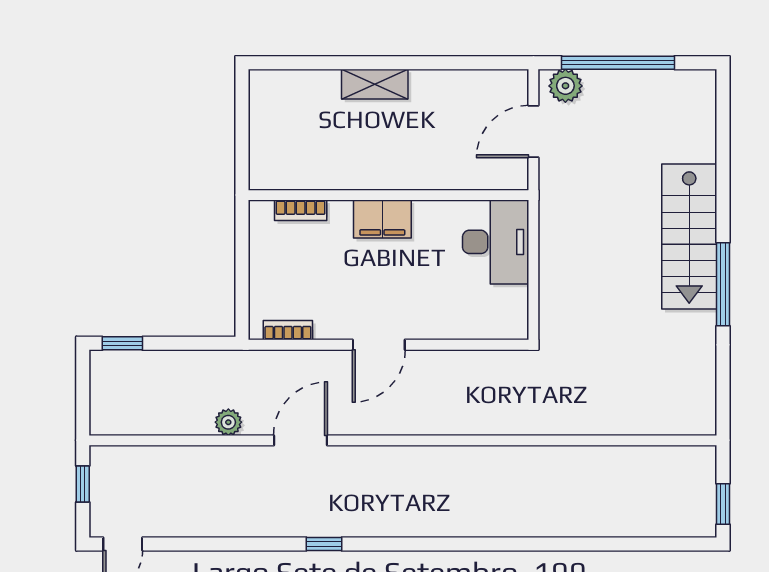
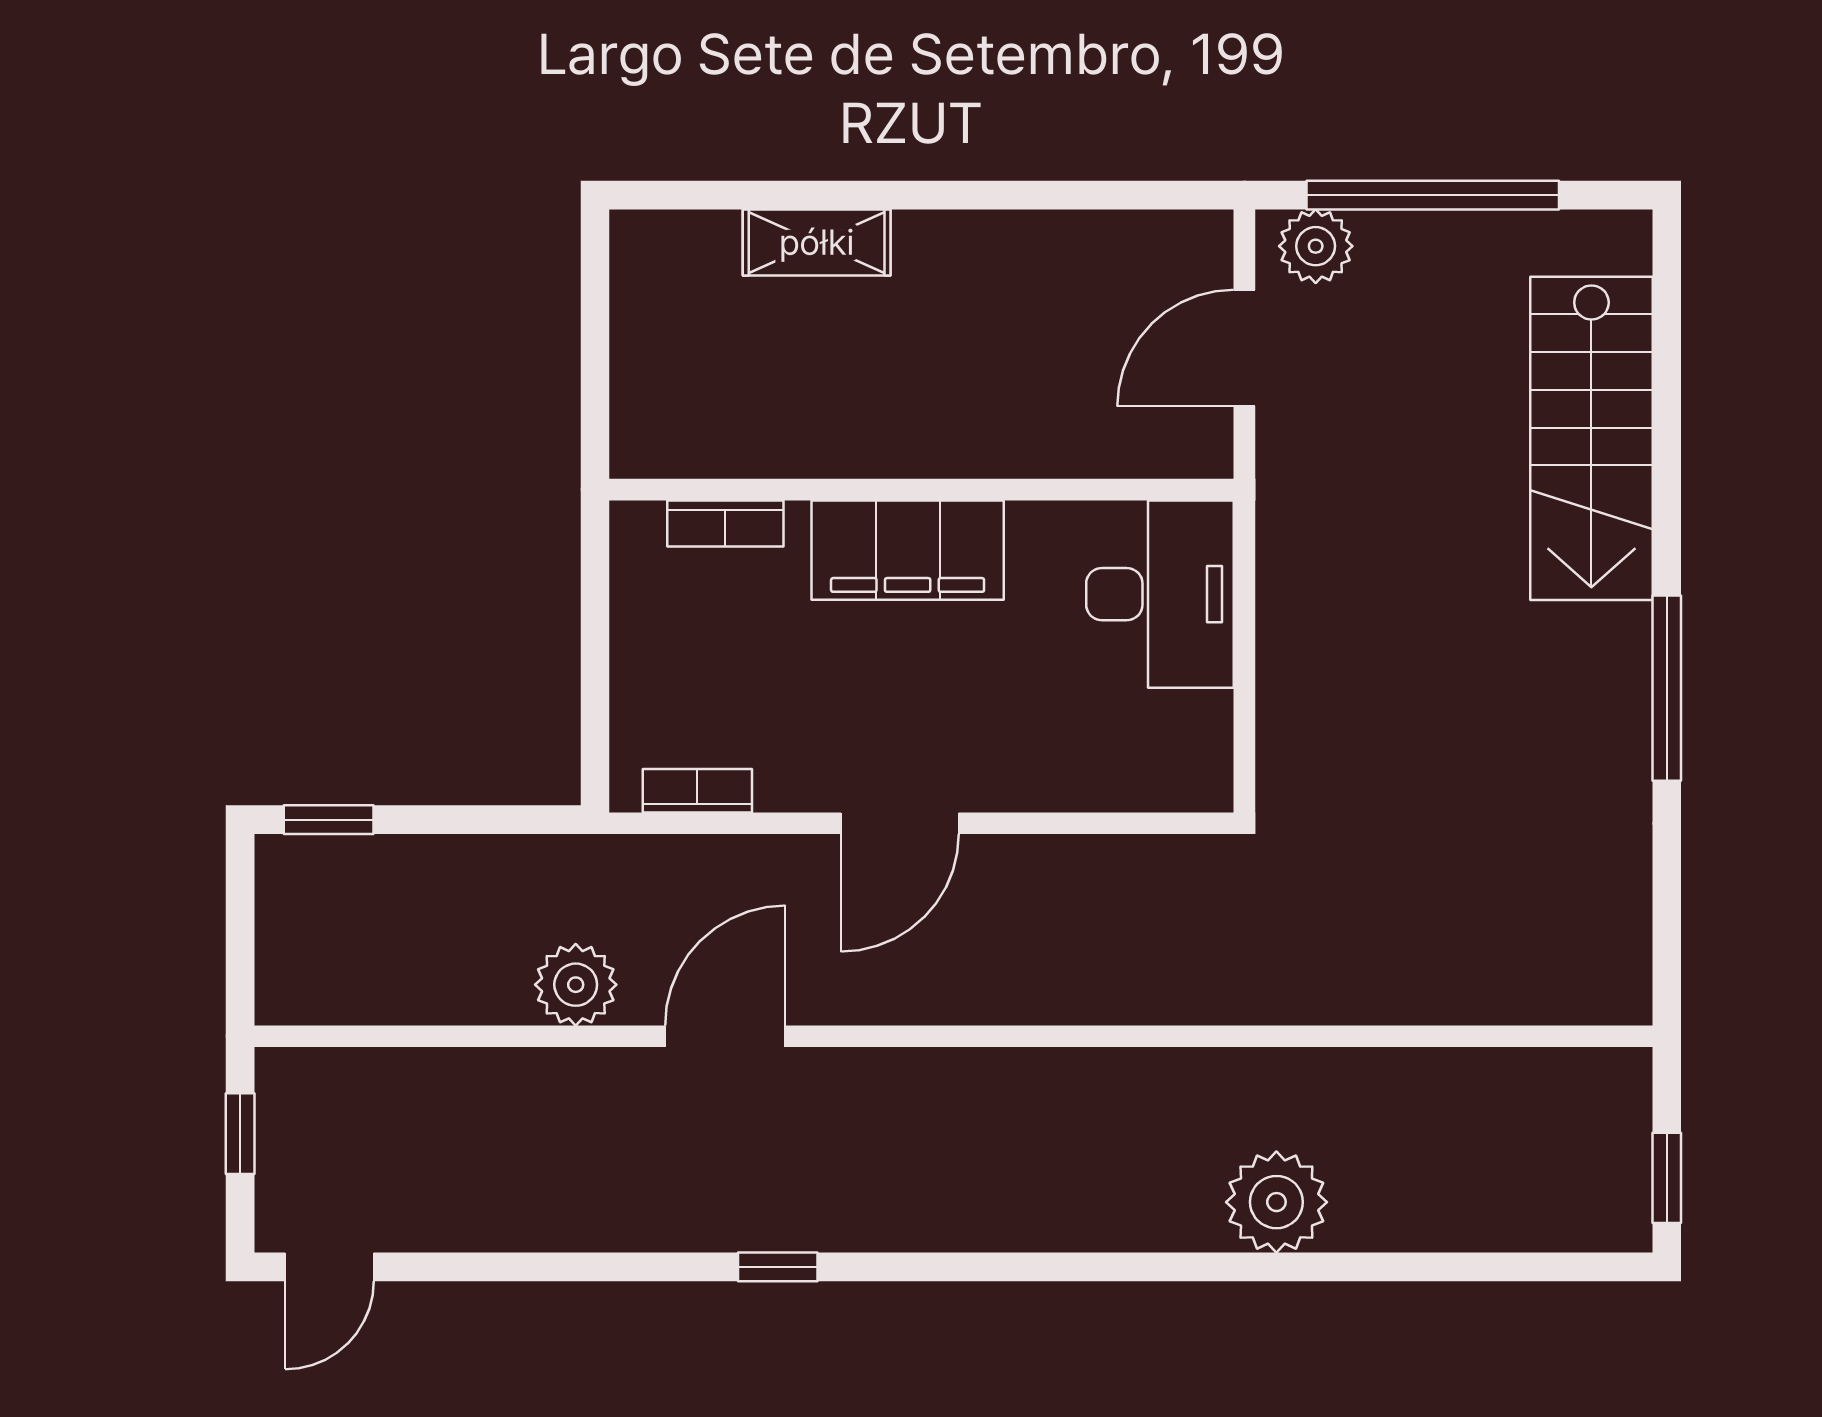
shelving: (375, 84) -> (817, 242), moved
filing cabinet: (382, 219) -> (908, 550), width x1.50, depth x1.17
stairs: (689, 237) -> (1591, 438), moved
plant: (228, 422) -> (576, 985), width x1.38, depth x1.38
plant: (548, 515) -> (1276, 1202), added

